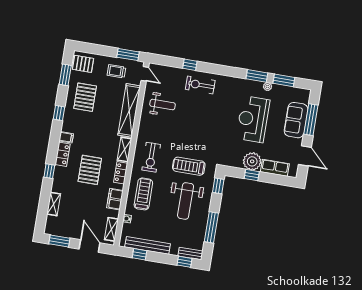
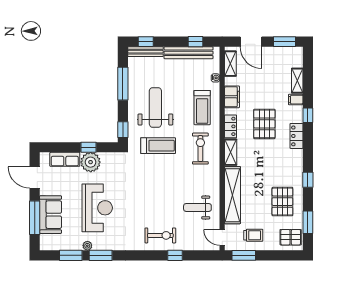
filing cabinet: (66, 137) -> (296, 100), moved
bench: (190, 253) -> (145, 52), width x1.36

